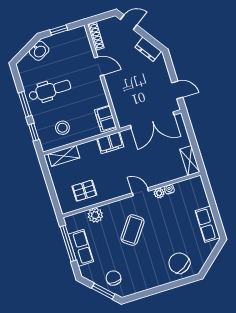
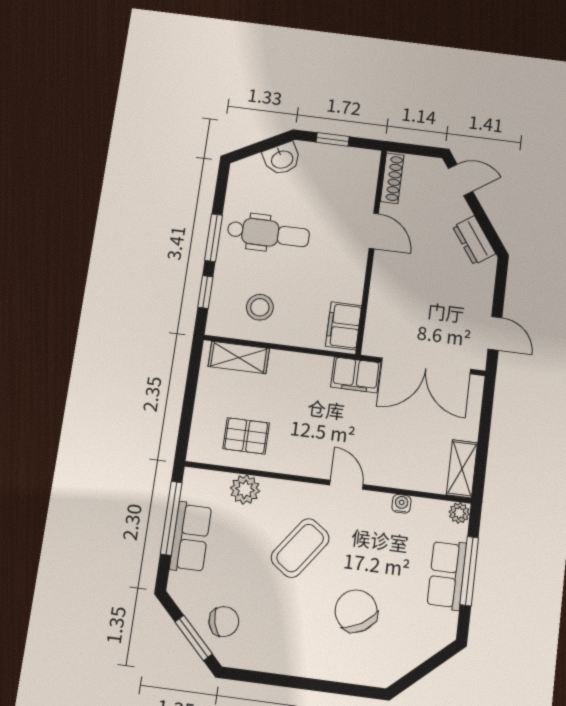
filing cabinet: (110, 143) -> (356, 375), moved
plant: (159, 193) -> (459, 513), moved
window: (213, 206) -> (469, 571), added
row of seats: (208, 224) -> (447, 575), moved
chair: (179, 263) -> (356, 611), moved
chair: (113, 278) -> (224, 622), turned 76

